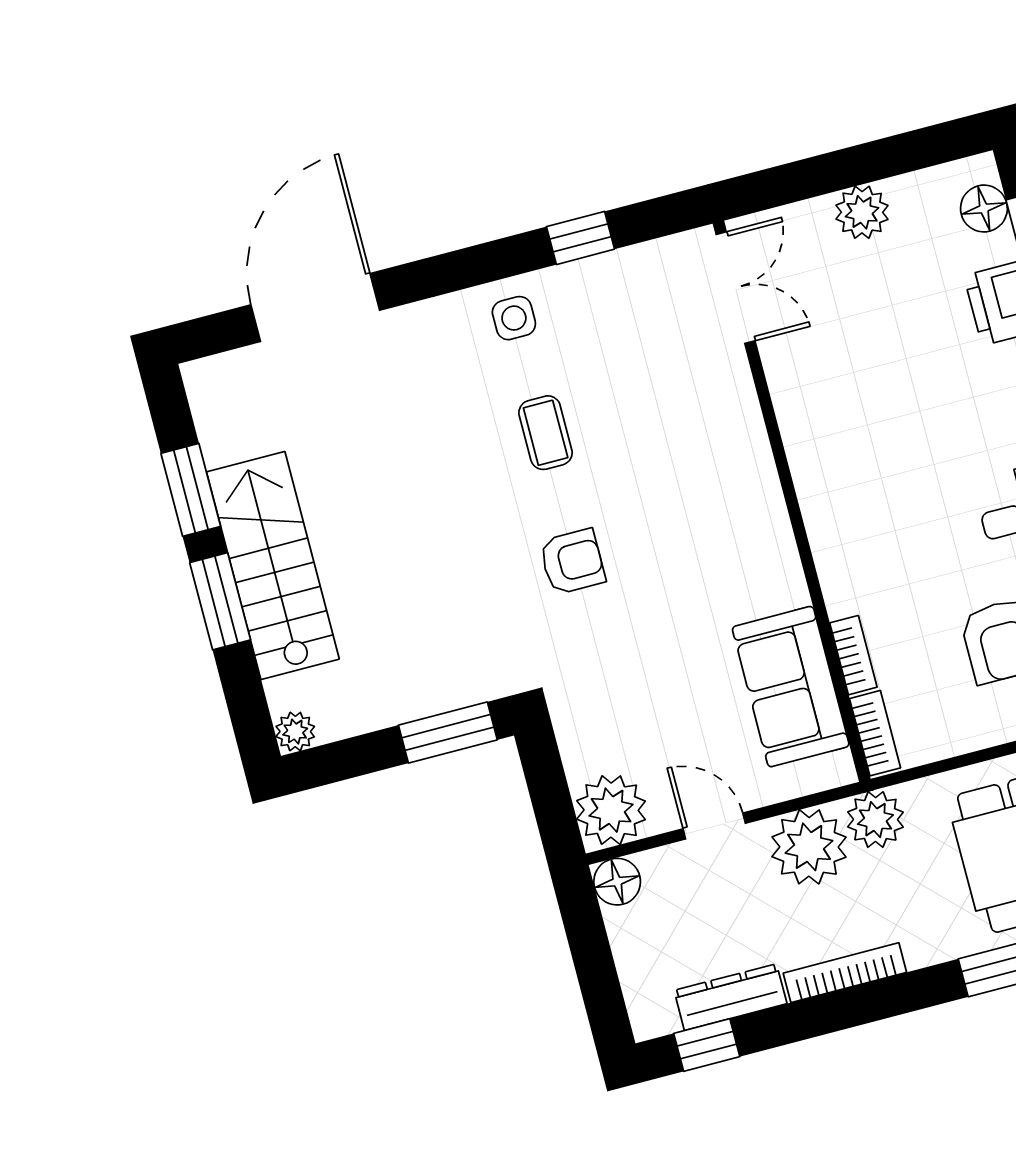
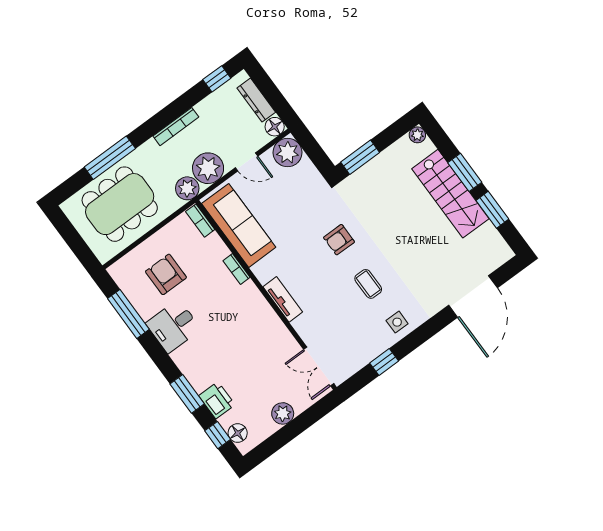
tv unit: (757, 476) -> (283, 299), added
bookcase: (853, 655) -> (237, 269), moved
sofa: (791, 687) -> (239, 225), width x1.36
dresser: (731, 997) -> (256, 100), moved, turned 90

